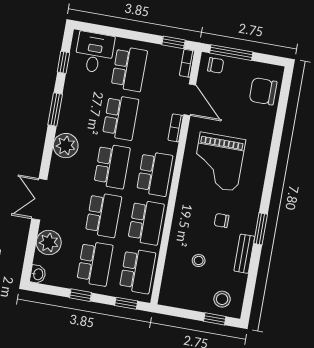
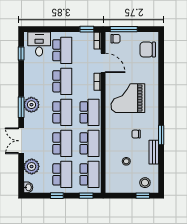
window: (55, 109) -> (21, 107), moved
grand piano: (219, 162) -> (128, 98), turned 90

